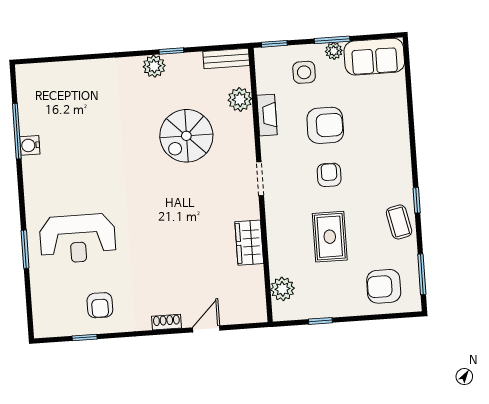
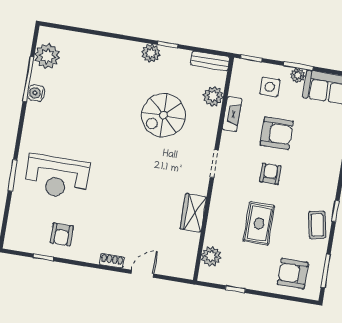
plant: (33, 99) -> (47, 56), added

